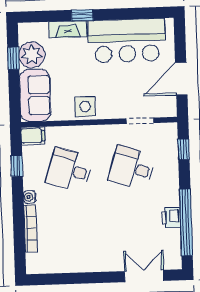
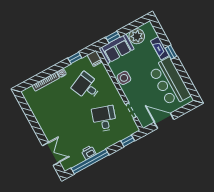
window: (13, 58) -> (113, 37), moved
desk: (69, 170) -> (87, 87), turned -42

